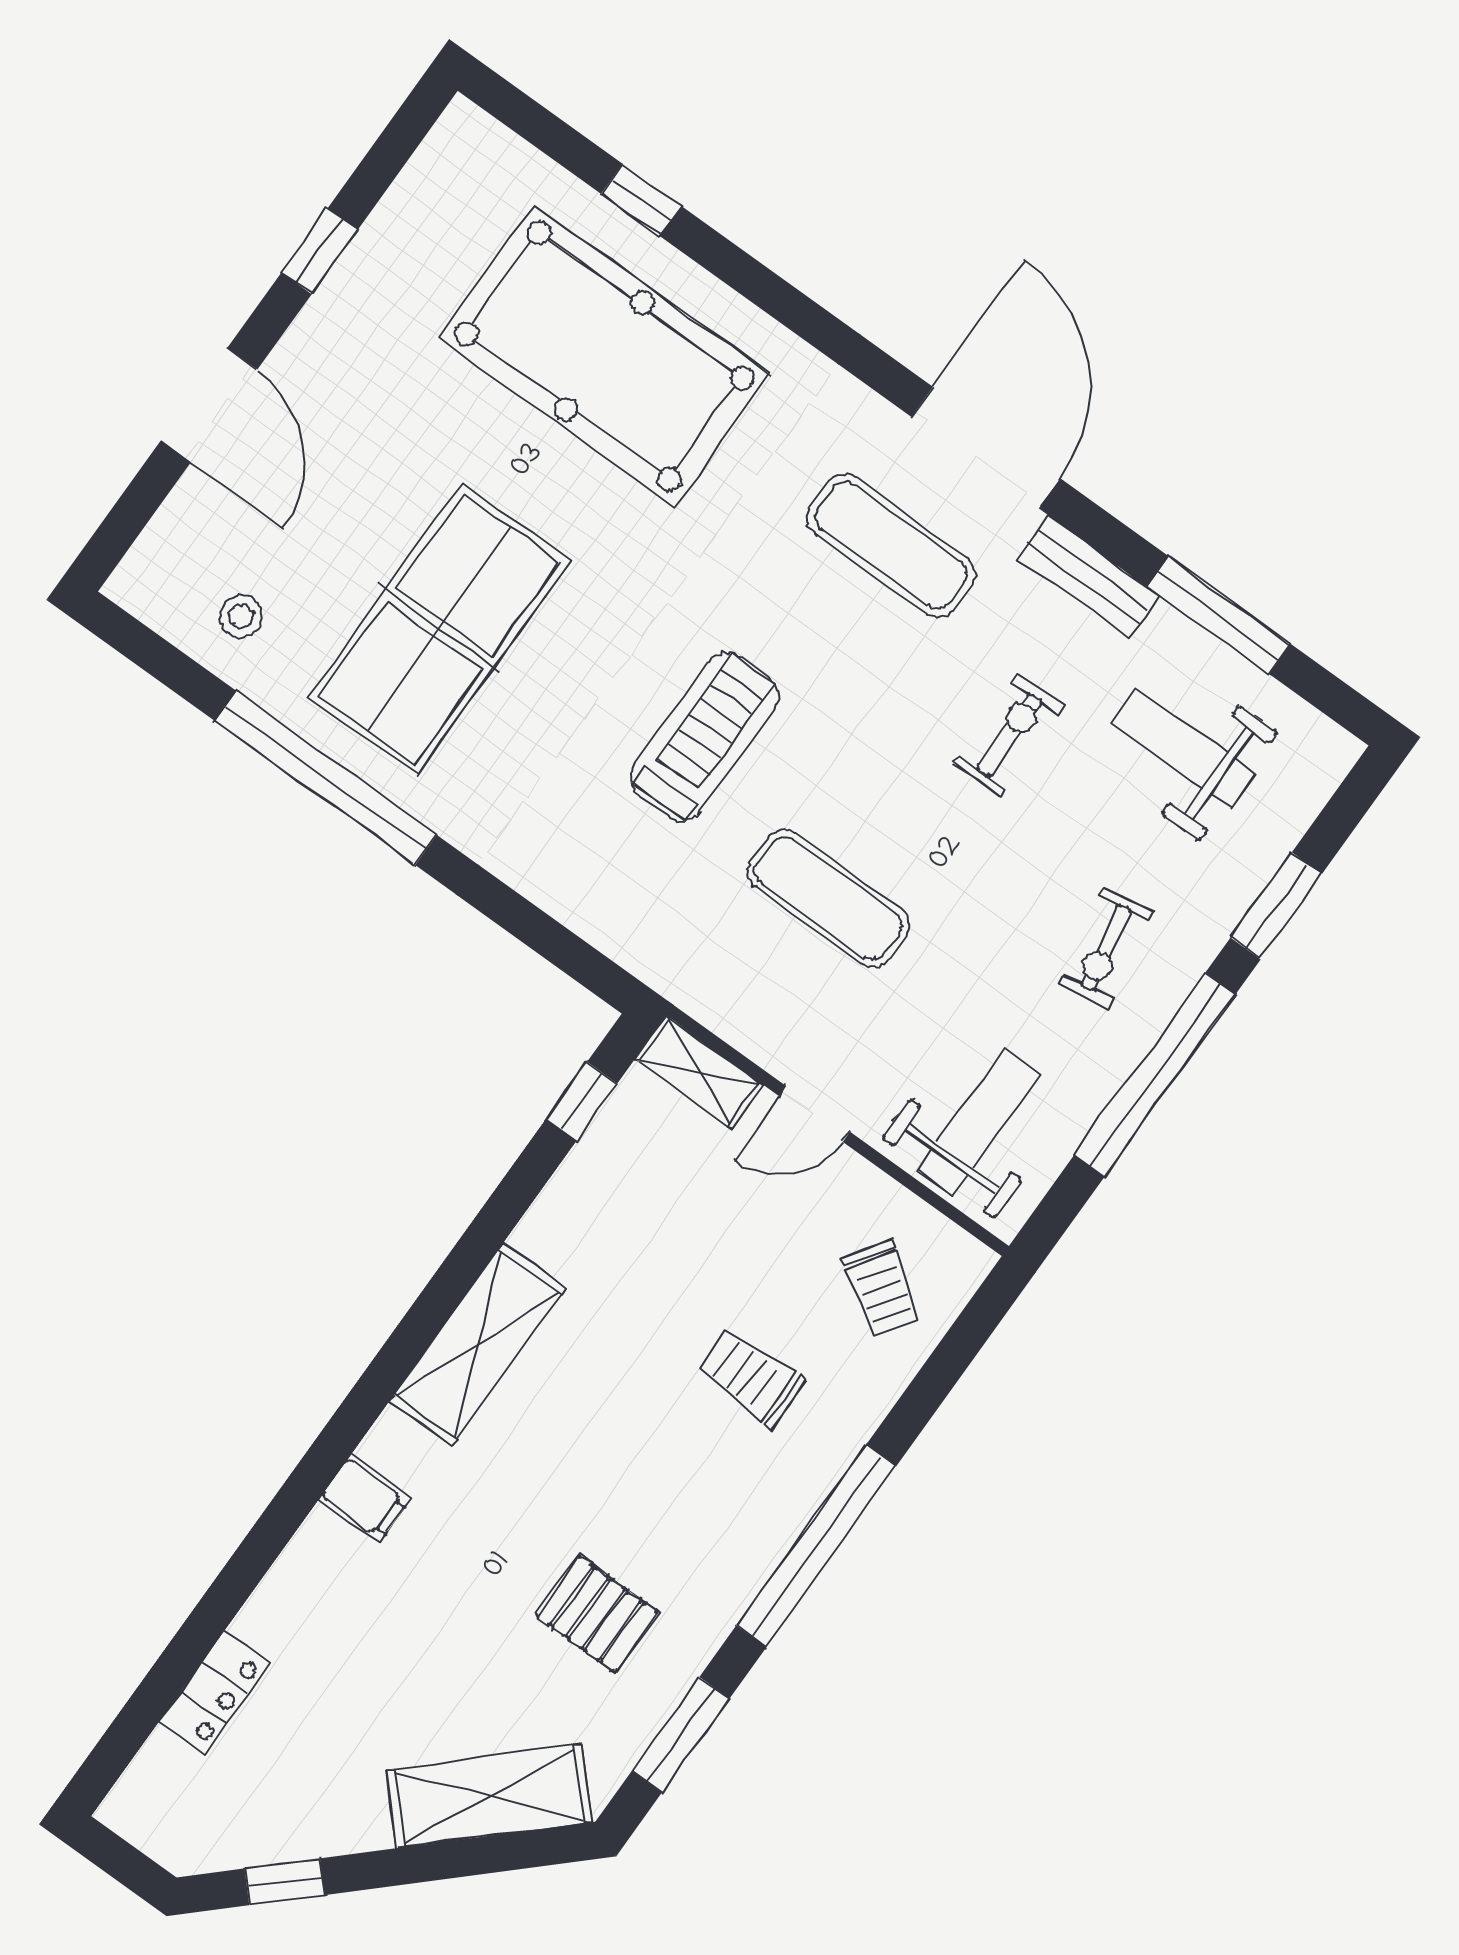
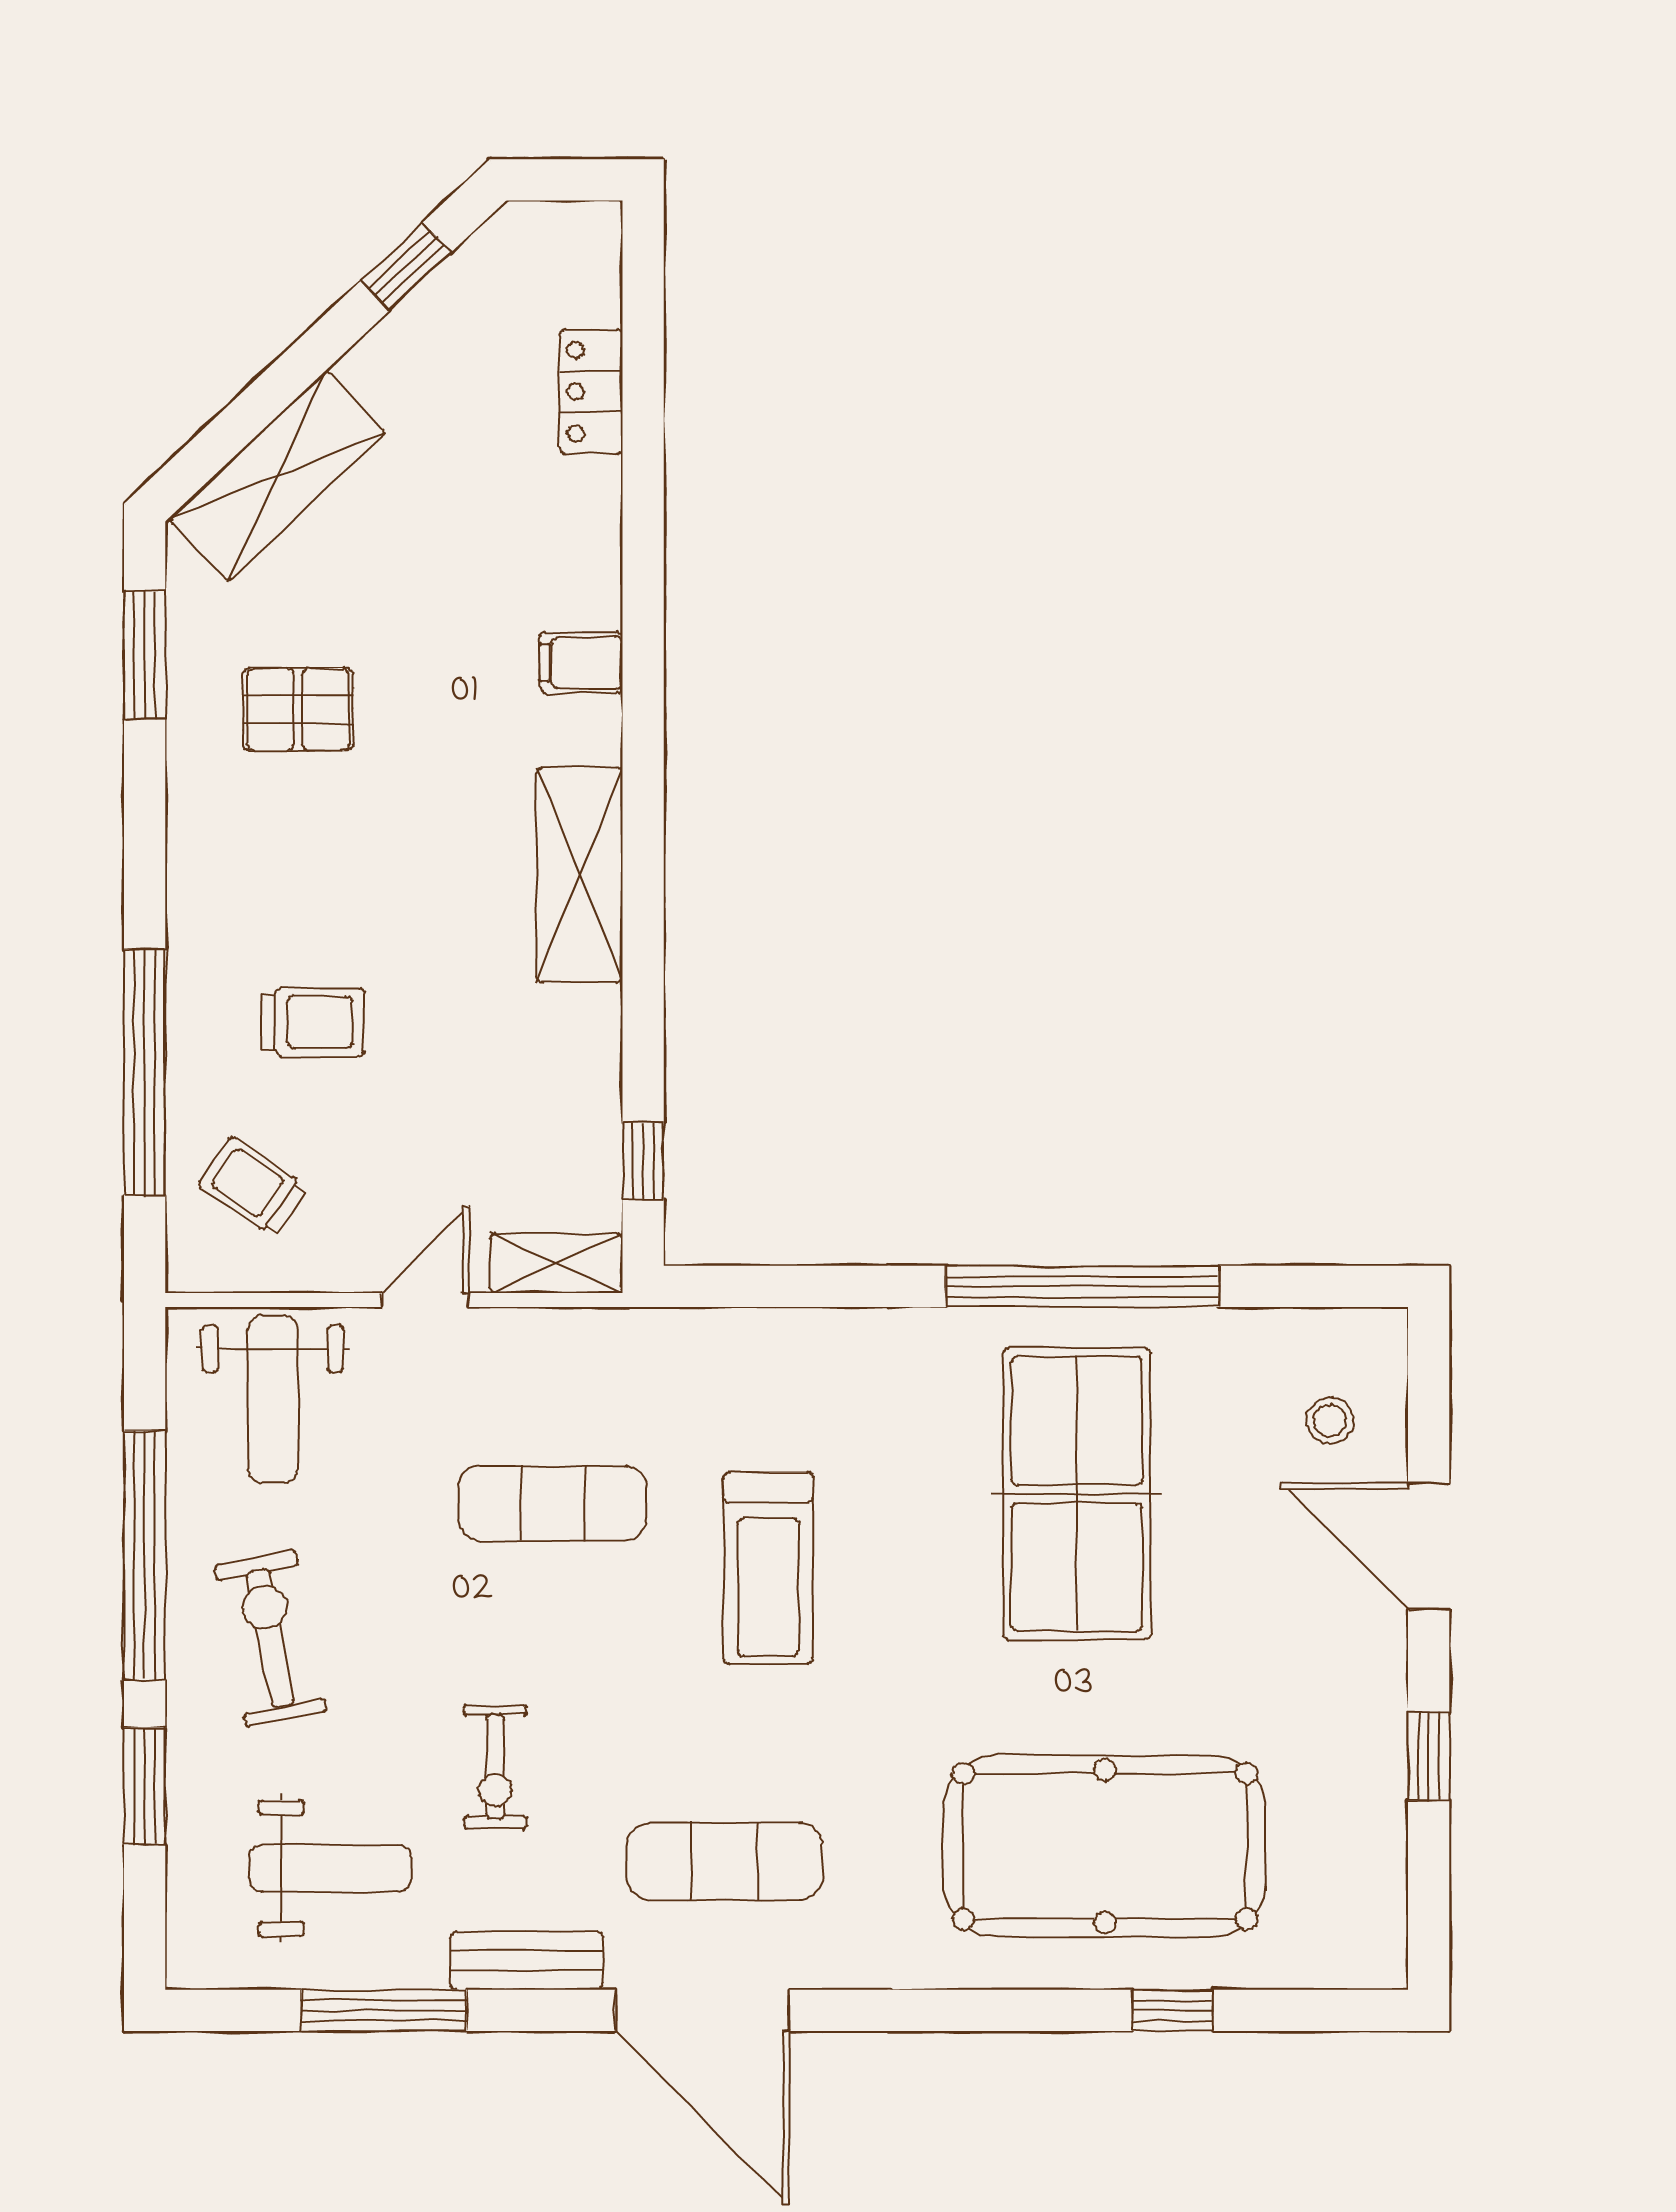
stool: (241, 616) -> (1330, 1420), moved
exercise bike: (1106, 948) -> (271, 1638), width x1.38, depth x1.39
window: (816, 1546) -> (145, 1072), moved

